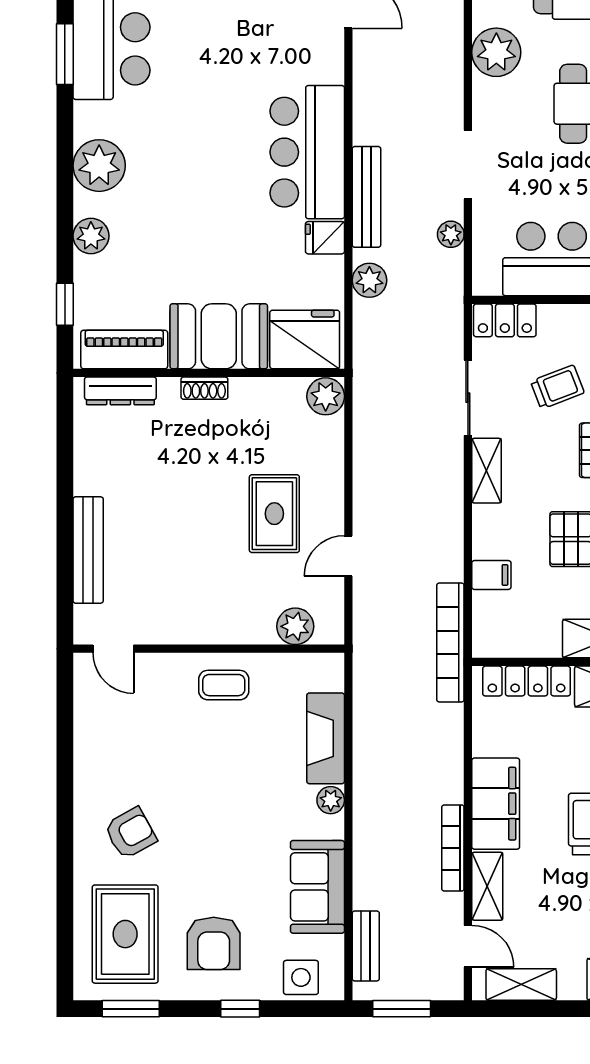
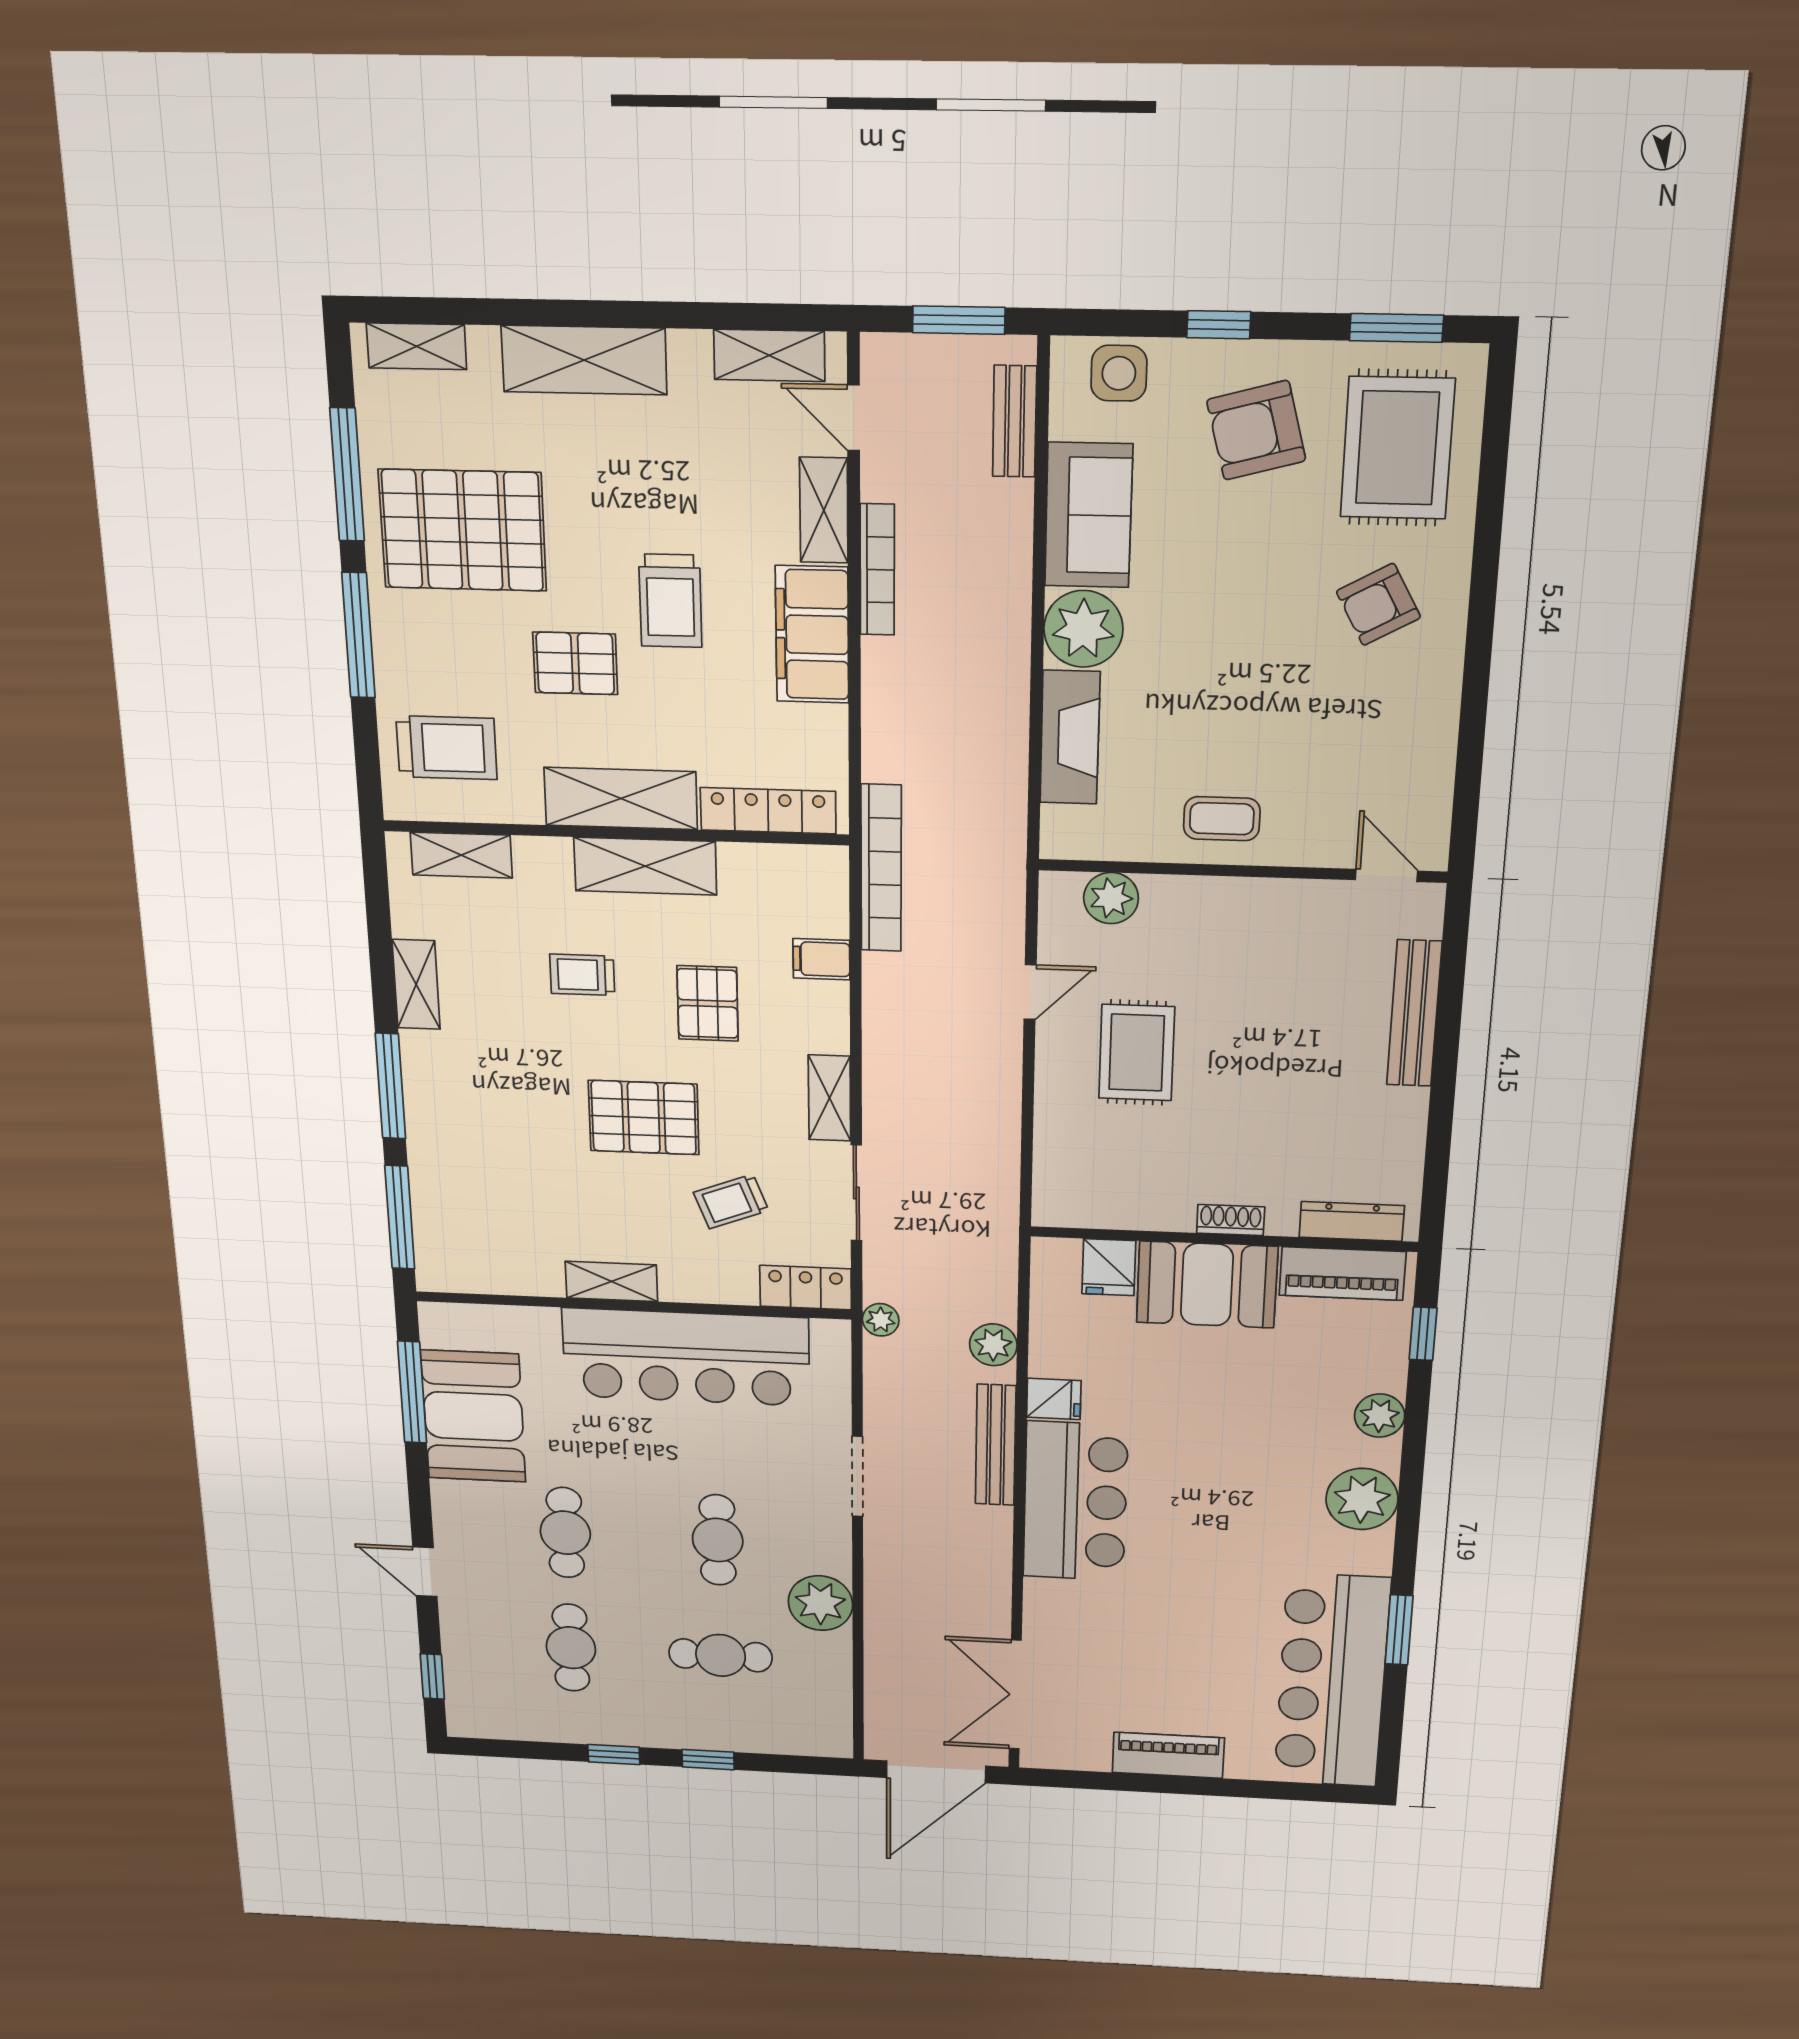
plant: (451, 234) -> (881, 1320), moved
fridge: (305, 339) -> (1109, 1267), width x0.53, depth x0.75
plant: (326, 396) -> (1058, 1203), removed
plant: (331, 800) -> (1083, 629), width x1.88, depth x1.88
armchair: (214, 943) -> (1256, 430), turned -105

